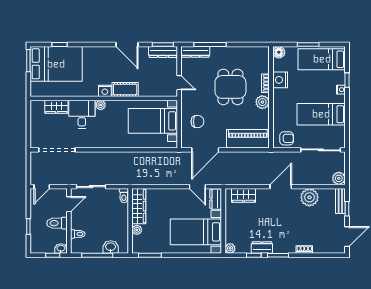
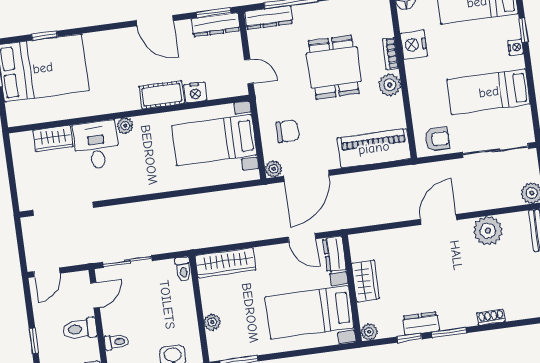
nightstand: (105, 91) -> (195, 92), moved
plant: (186, 143) -> (274, 169), added
wardrobe: (243, 195) -> (365, 281), moved, turned -90
wardrobe: (139, 206) -> (226, 263), moved, turned 90

